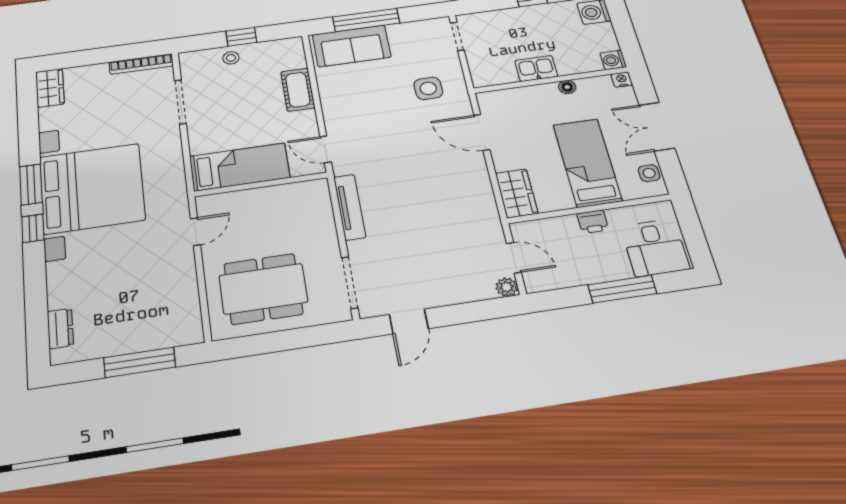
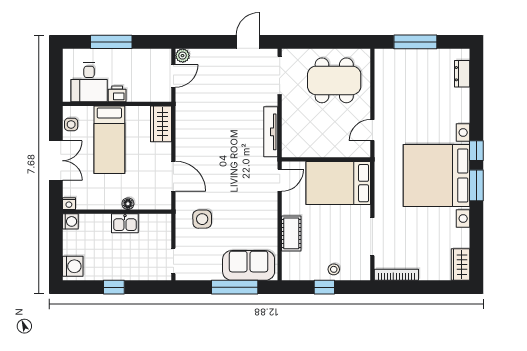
floor lamp: (567, 87) -> (128, 204), moved
door: (326, 149) -> (280, 180), hinge flipped
bed: (240, 167) -> (338, 183), width x1.50
desk: (655, 248) -> (89, 82), moved, turned 180
door: (514, 258) -> (173, 76), swing flipped

